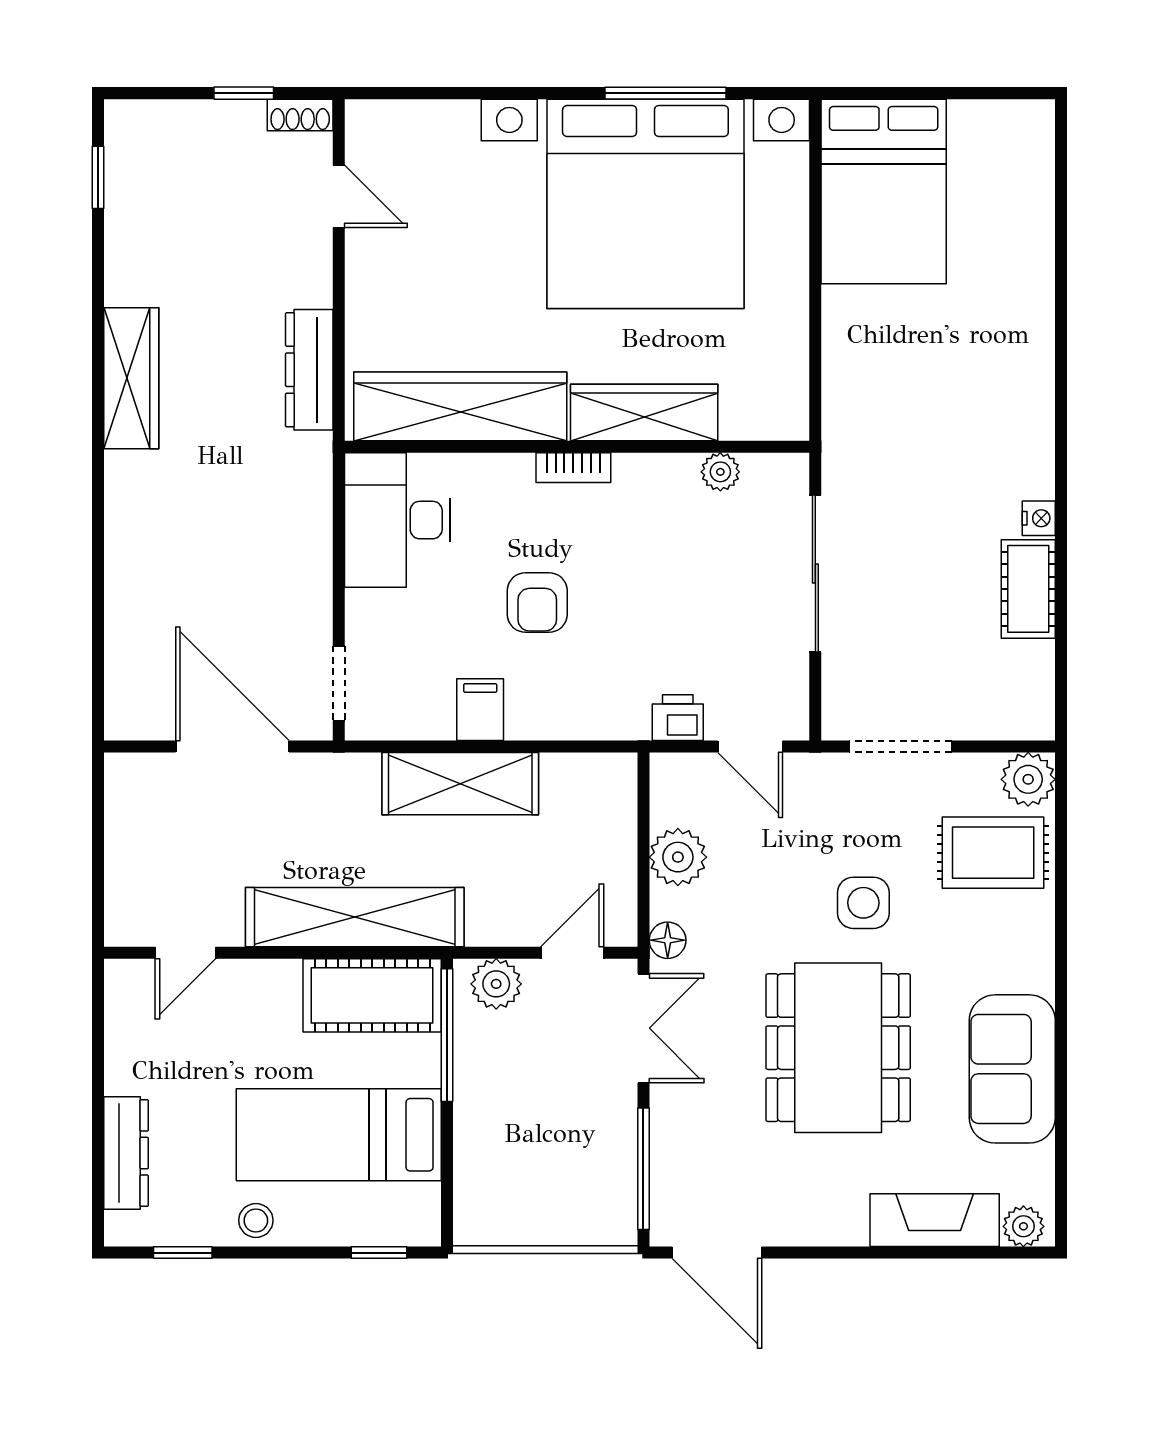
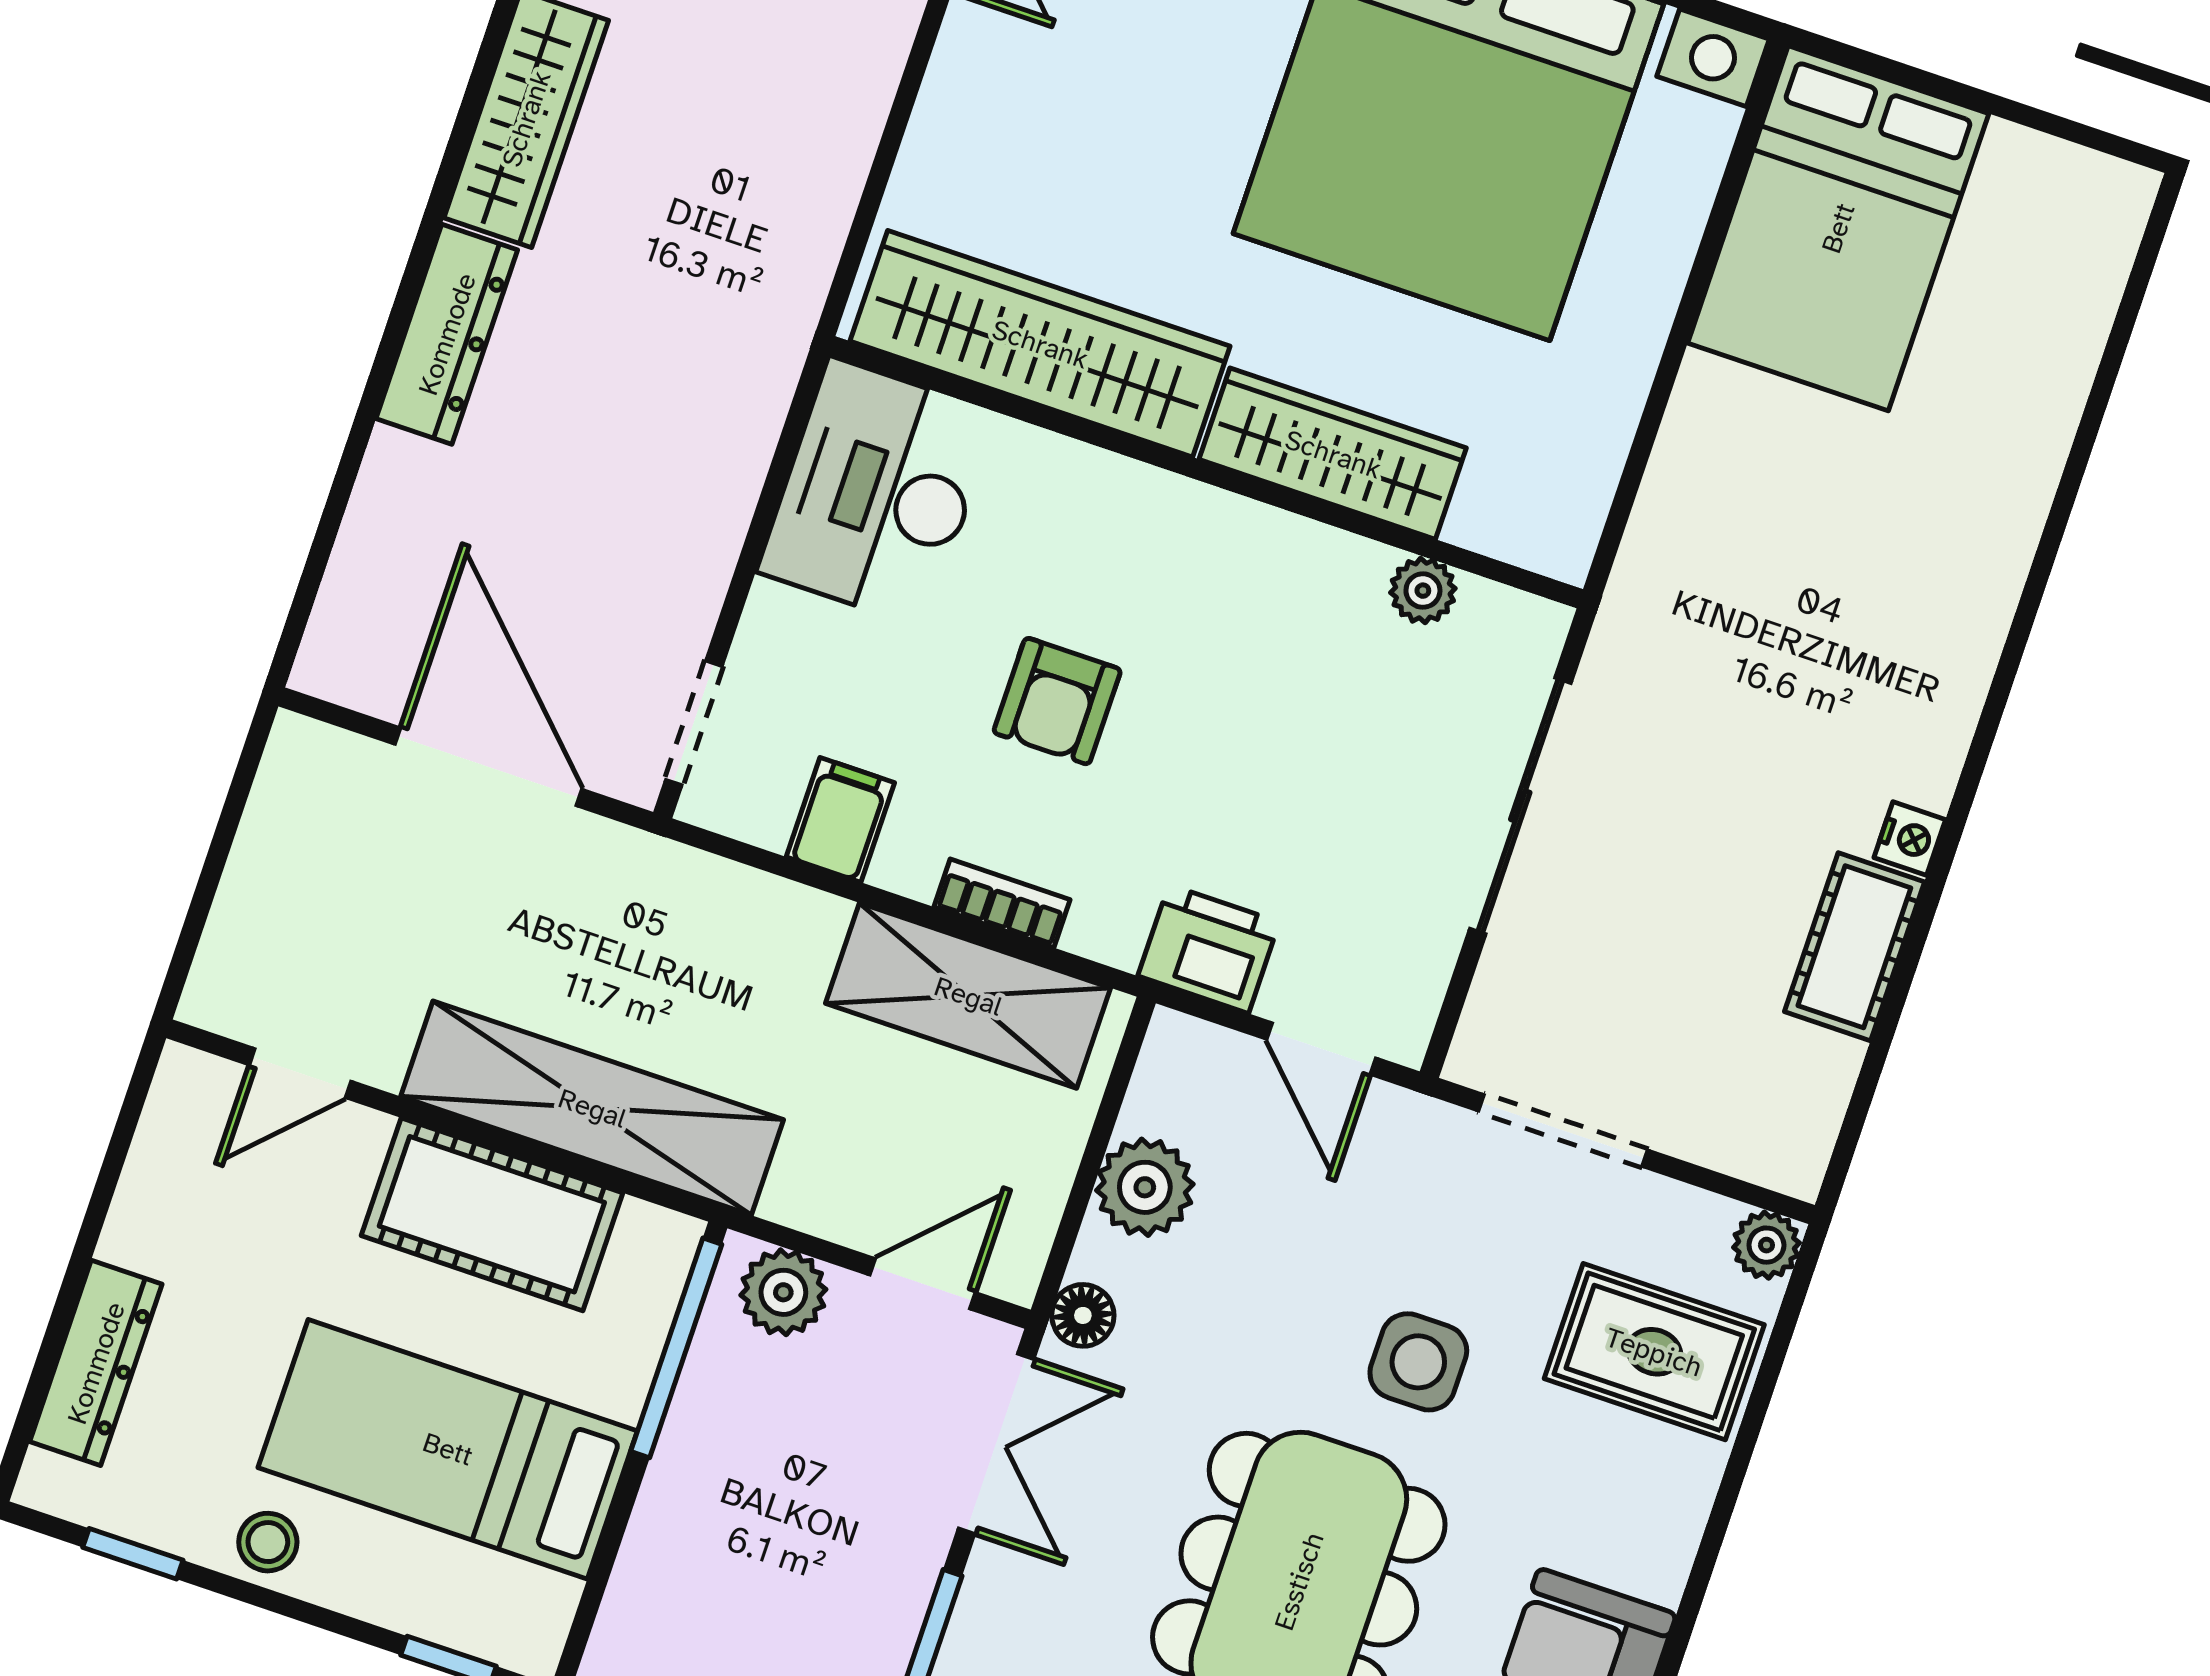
dresser: (309, 370) -> (447, 334), moved, turned 180
bookcase: (573, 468) -> (1002, 903), moved, turned 180
filing cabinet: (480, 710) -> (840, 820), moved
printer: (678, 718) -> (1209, 949), width x1.36, depth x1.24
plant: (1028, 779) -> (1766, 1245), width x0.73, depth x0.73
shelving: (460, 784) -> (968, 996), moved
cot: (372, 995) -> (492, 1214), moved

